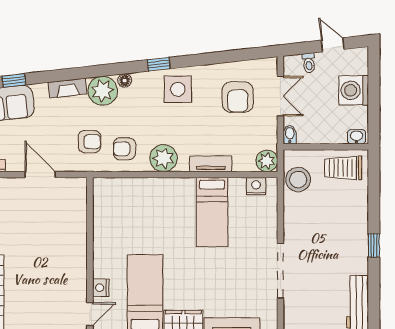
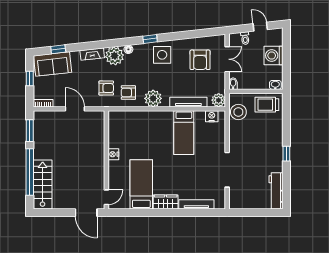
tv unit: (211, 164) -> (188, 102), width x1.41
nightstand: (101, 288) -> (113, 154), moved

